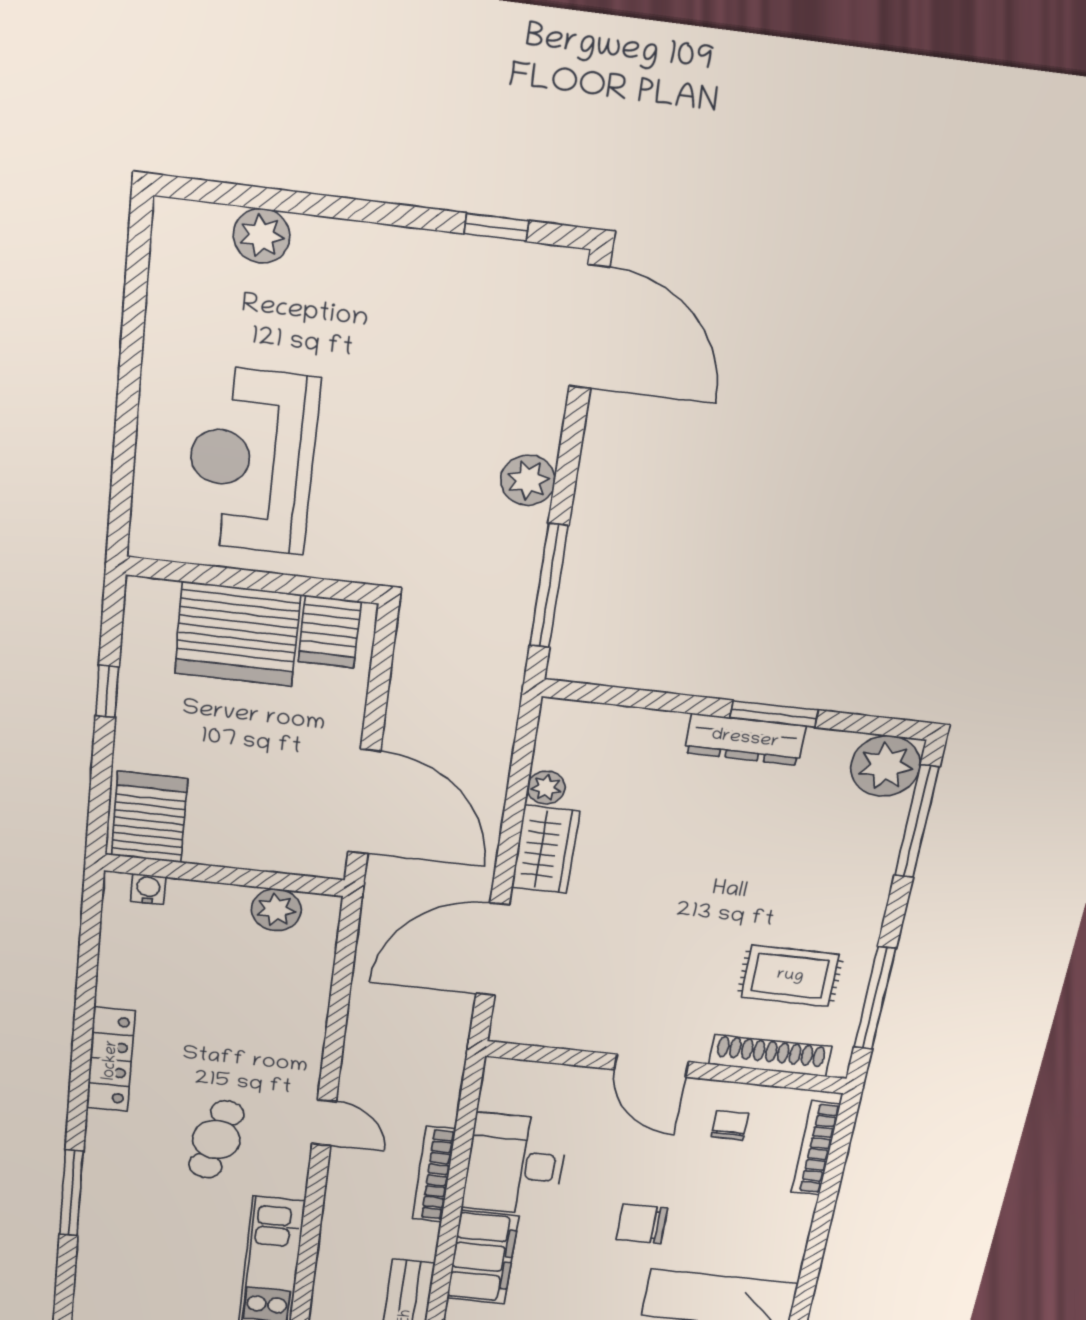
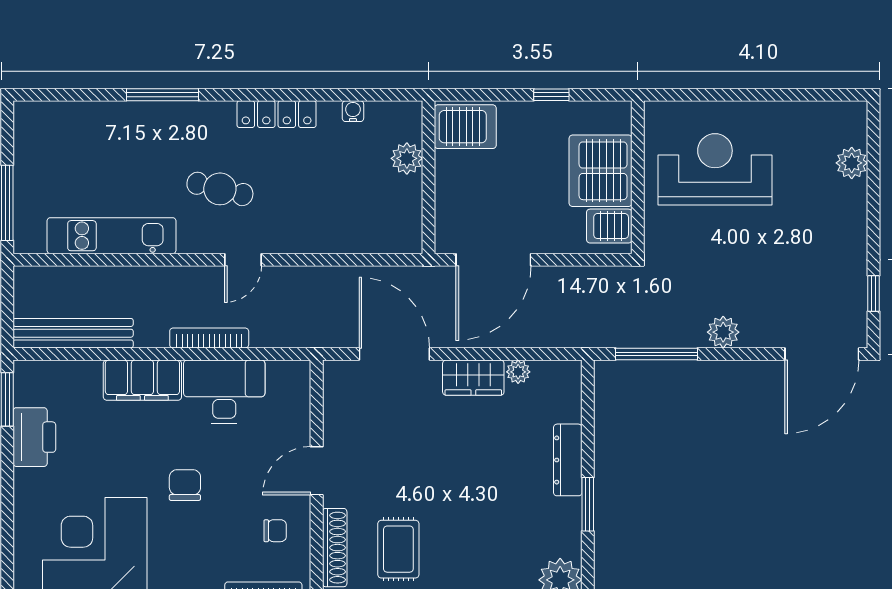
dresser: (745, 739) -> (568, 460), moved
water cooler: (148, 889) -> (353, 111), moved, turned -90
plant: (276, 910) -> (407, 158), moved

